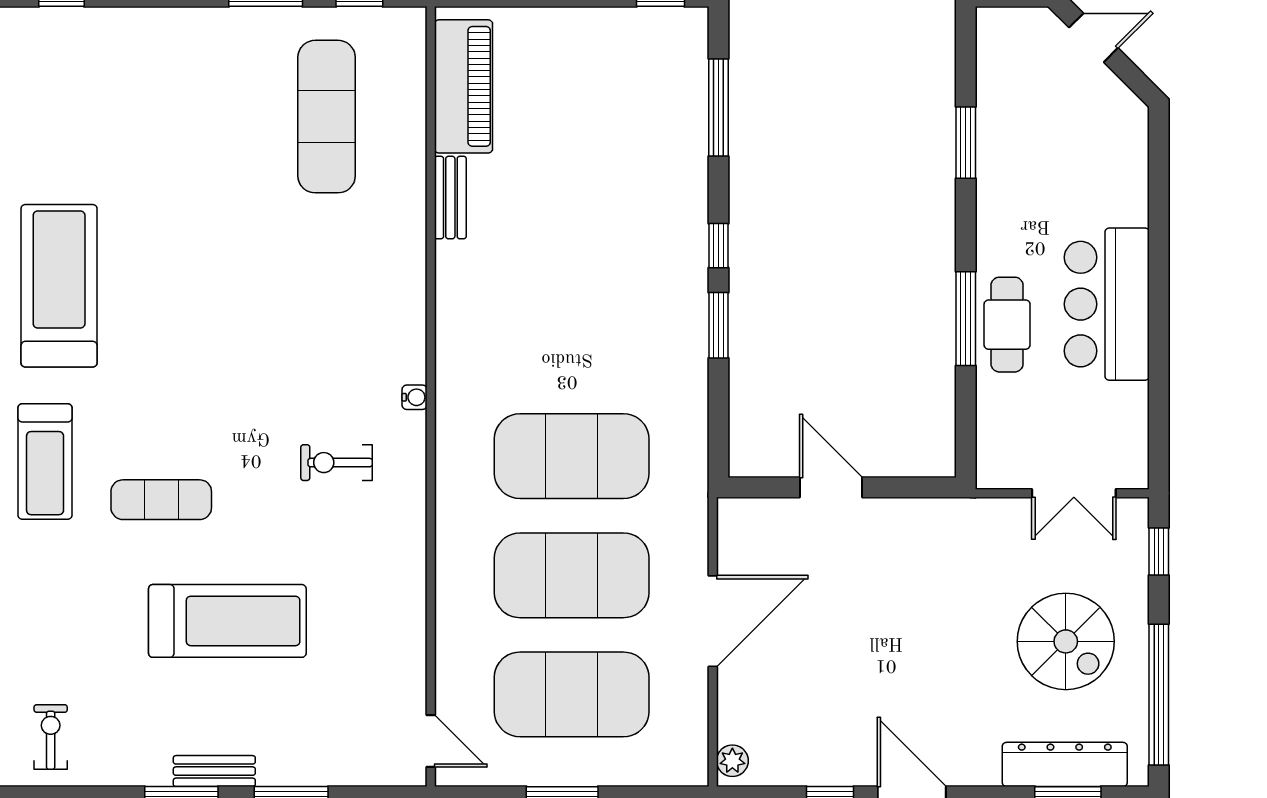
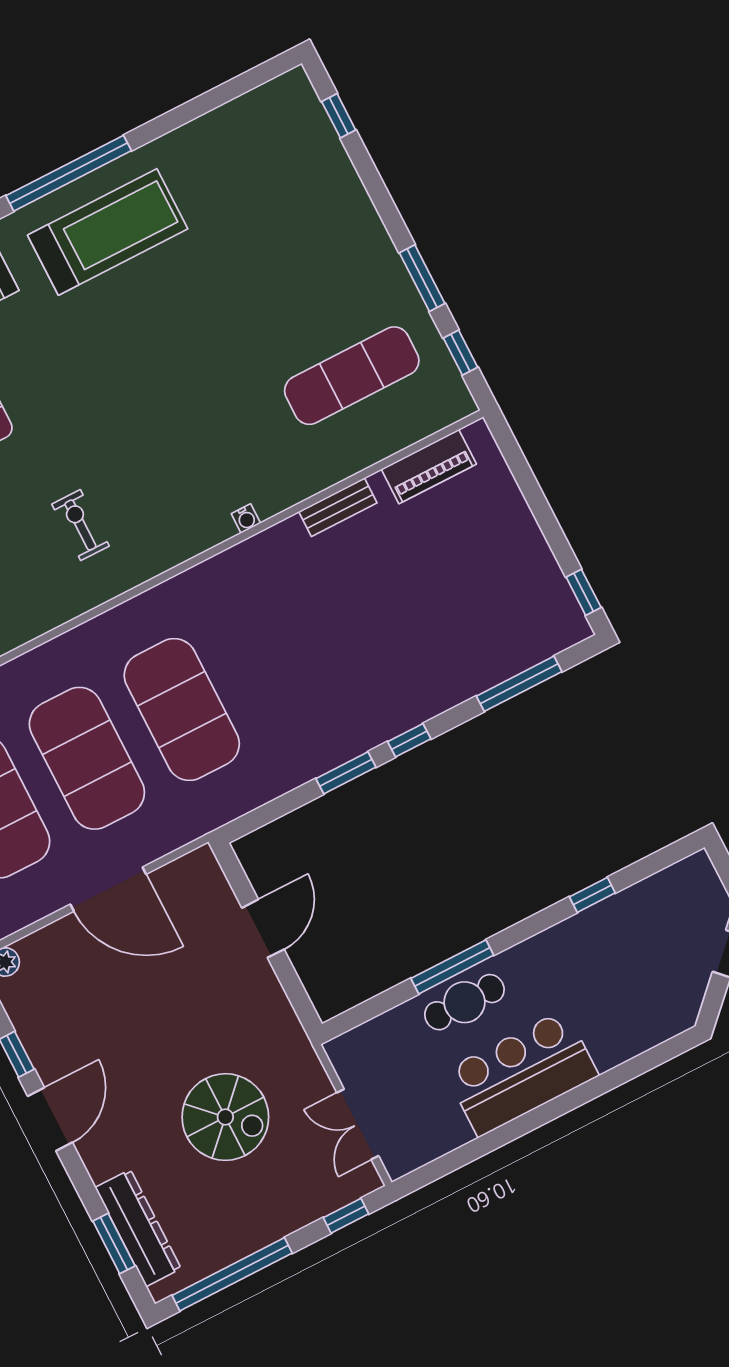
piano: (464, 86) -> (429, 467), width x0.73, depth x0.75
window: (966, 143) -> (592, 895), width x0.67
water cooler: (415, 397) -> (246, 518), moved
spiral stairs: (1066, 641) -> (225, 1117), moved, turned -90

